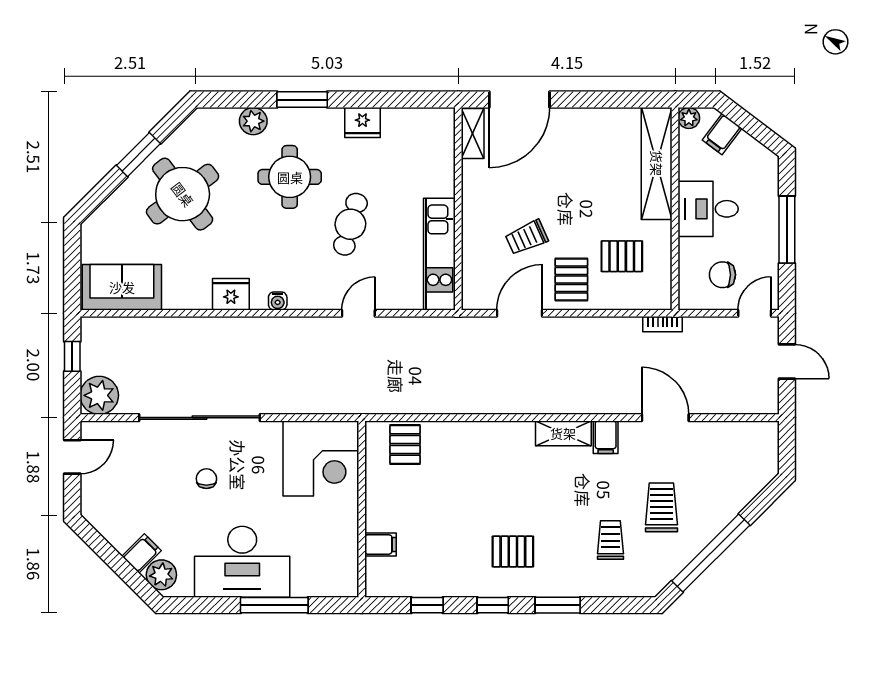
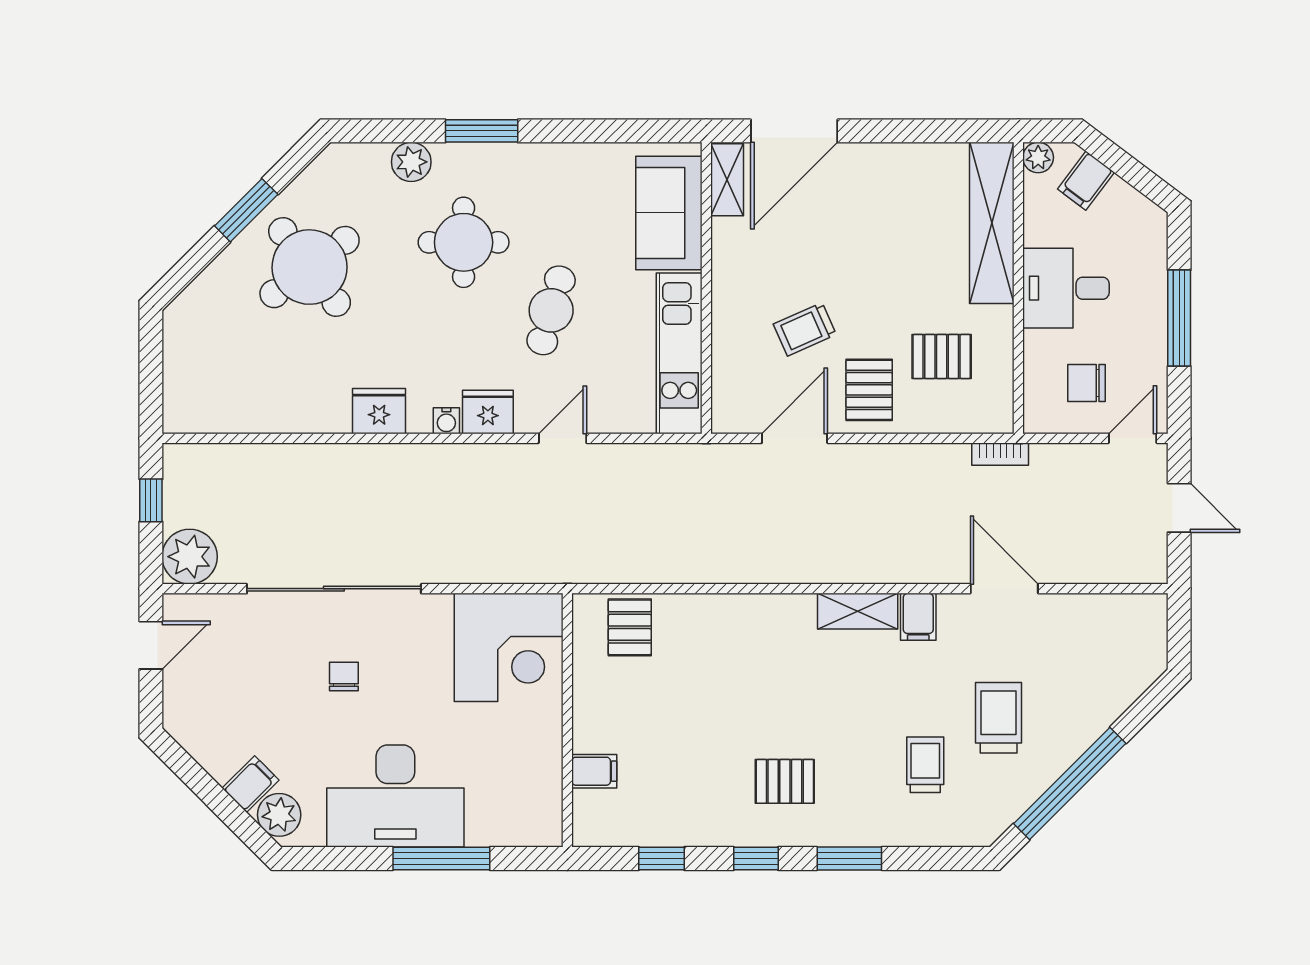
fridge: (362, 123) -> (488, 412), moved, turned 180
sofa: (122, 287) -> (669, 213), moved, turned -90

